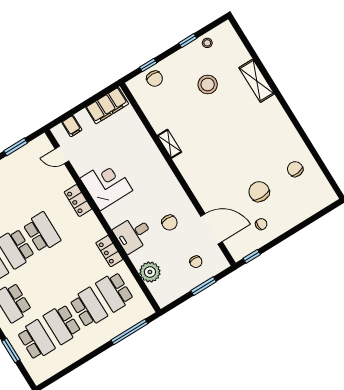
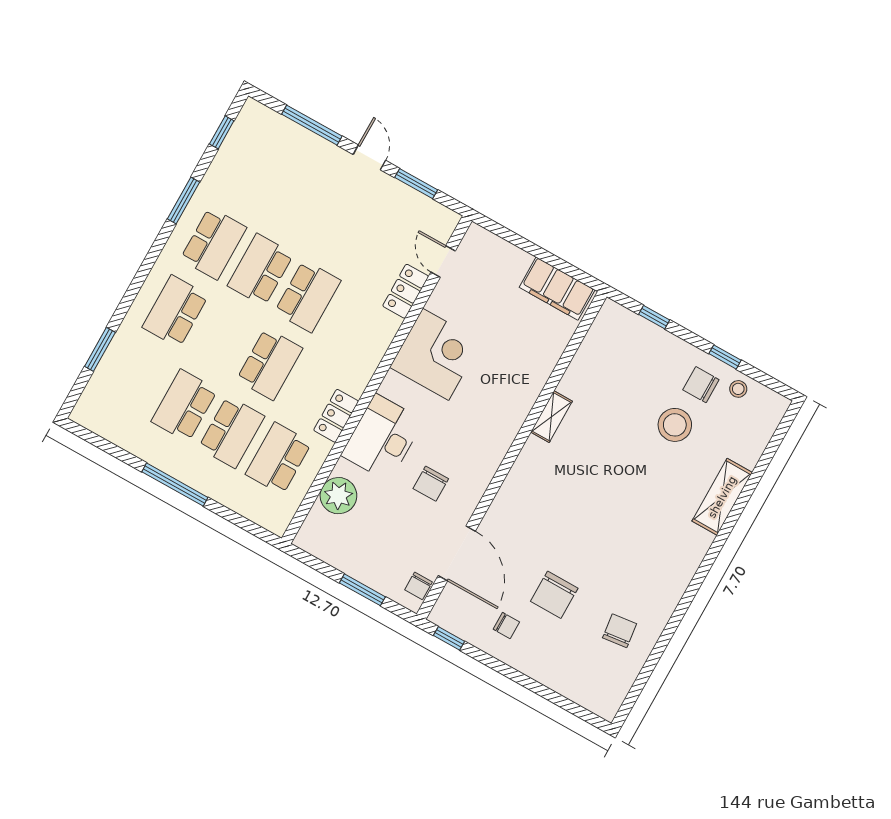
chair: (155, 79) -> (701, 385), moved, turned 90
filing cabinet: (72, 126) -> (496, 252), removed
chair: (259, 192) -> (554, 595), turned 180
locker: (78, 200) -> (406, 291), moved
desk: (133, 234) -> (382, 438), width x1.37
chair: (196, 262) -> (419, 586), moved
window: (129, 332) -> (175, 485), moved
school desk: (36, 340) -> (270, 364), moved

